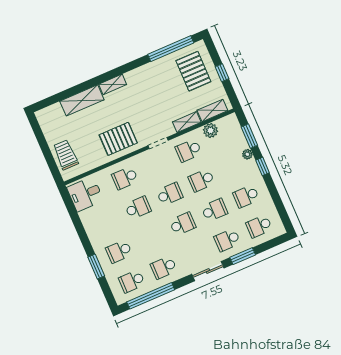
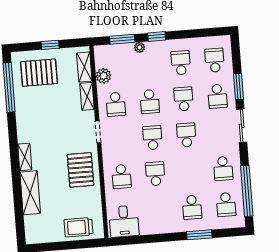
school desk: (246, 196) -> (181, 63), turned 180
school desk: (259, 226) -> (215, 60), turned 180

